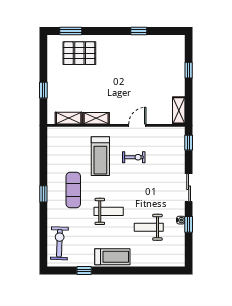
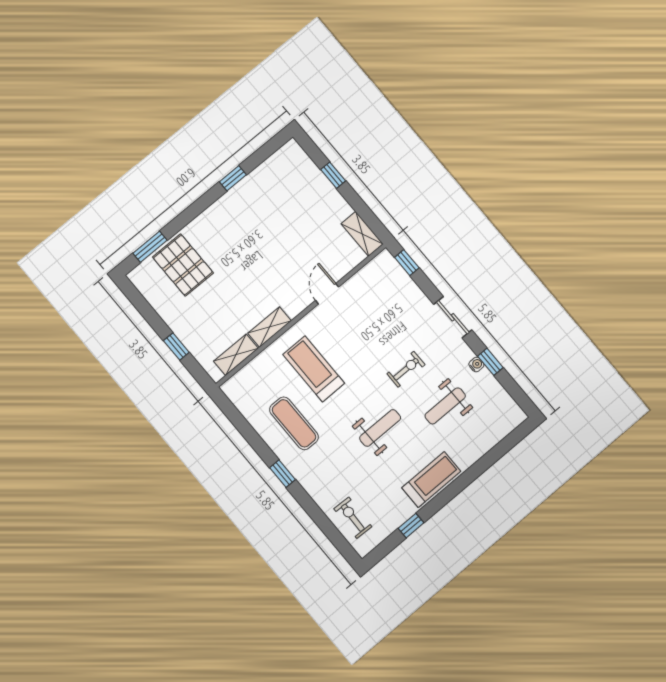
pallet: (79, 53) -> (183, 265), turned 90
treadmill: (100, 156) -> (314, 369), turned 180
exercise bike: (134, 157) -> (406, 369), moved
exercise mat: (73, 190) -> (294, 423), moved
exercise bike: (59, 243) -> (353, 518), width x0.73, depth x0.72

